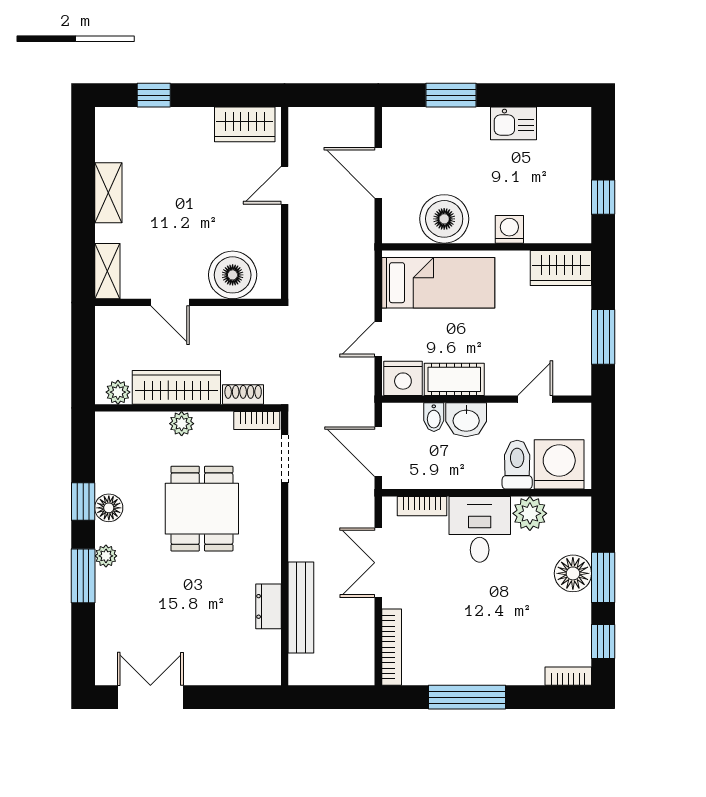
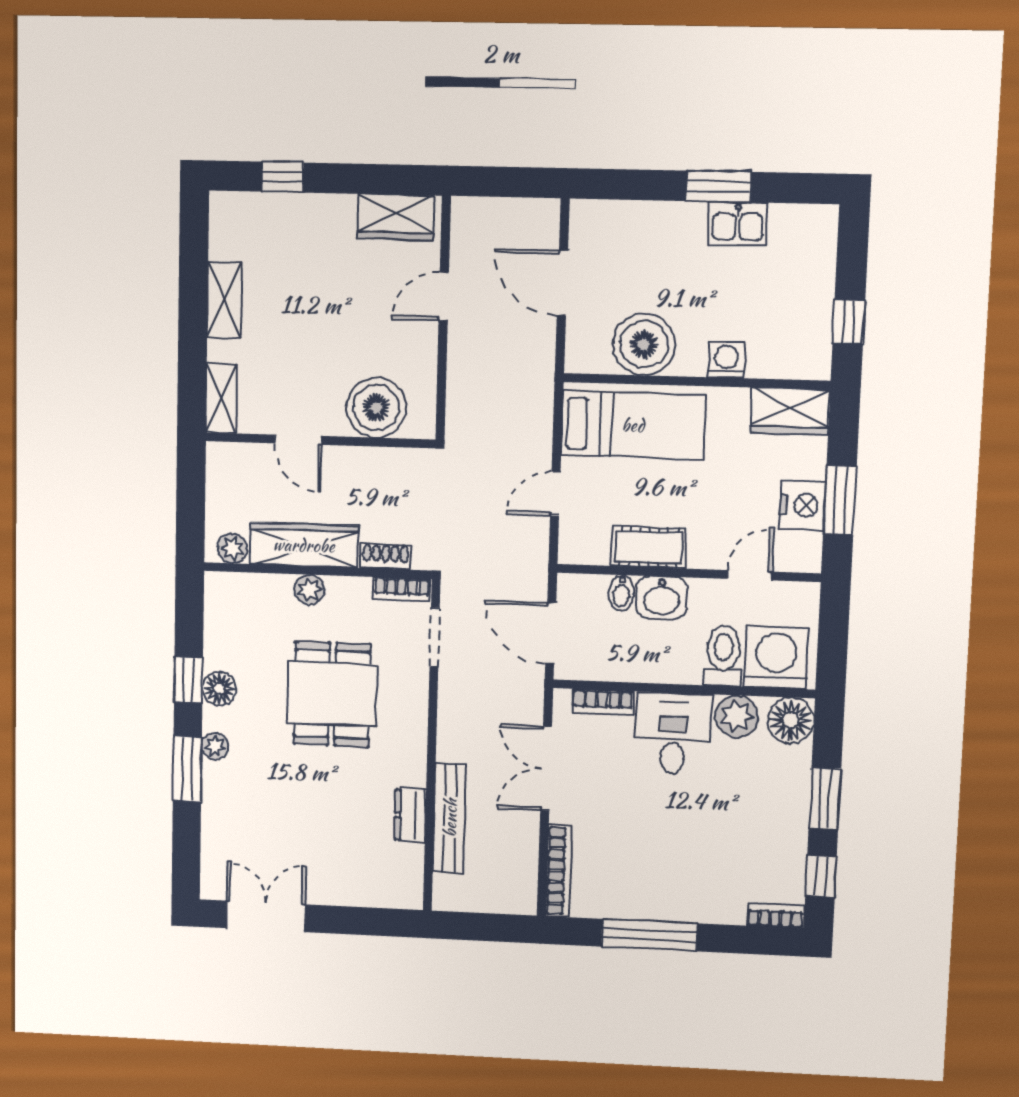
window: (451, 95) -> (719, 186), moved
nightstand: (403, 378) -> (803, 505), moved, turned -90
floor lamp: (573, 573) -> (791, 720), moved

